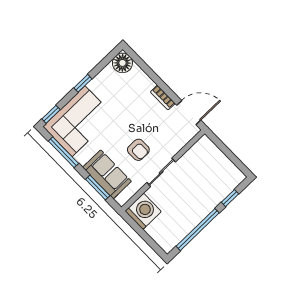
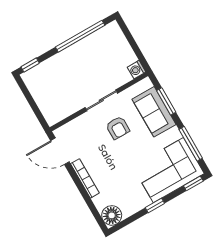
bookcase: (163, 98) -> (85, 178), width x1.56
armchair: (138, 150) -> (118, 128), turned 180
window: (230, 198) -> (30, 65), moved
washing machine: (143, 211) -> (137, 70), width x0.53, depth x0.53

